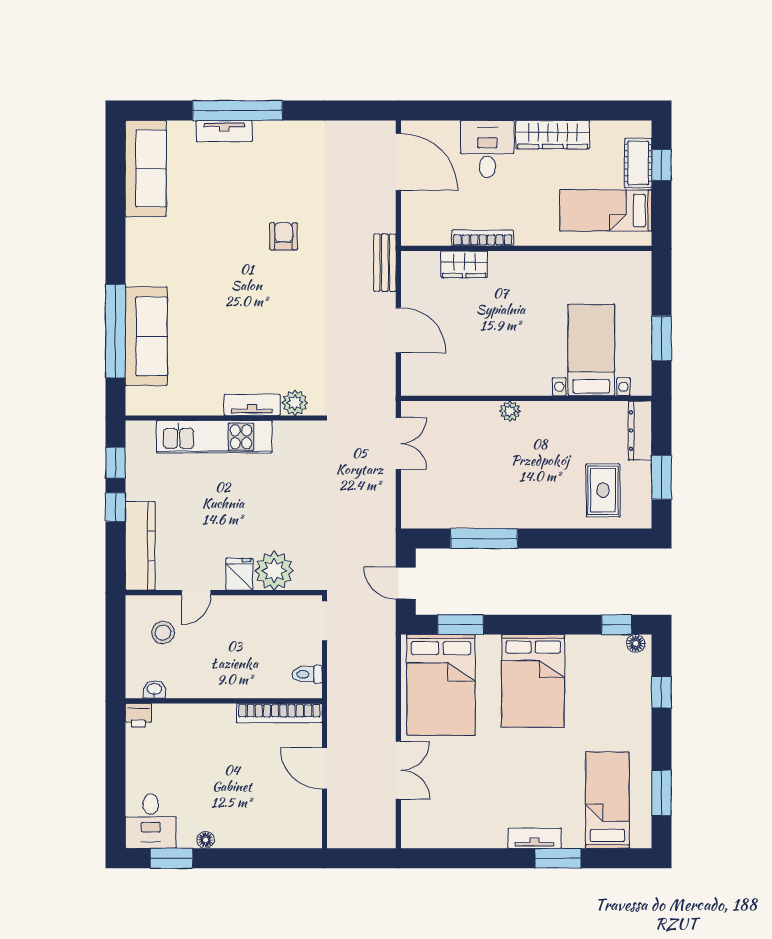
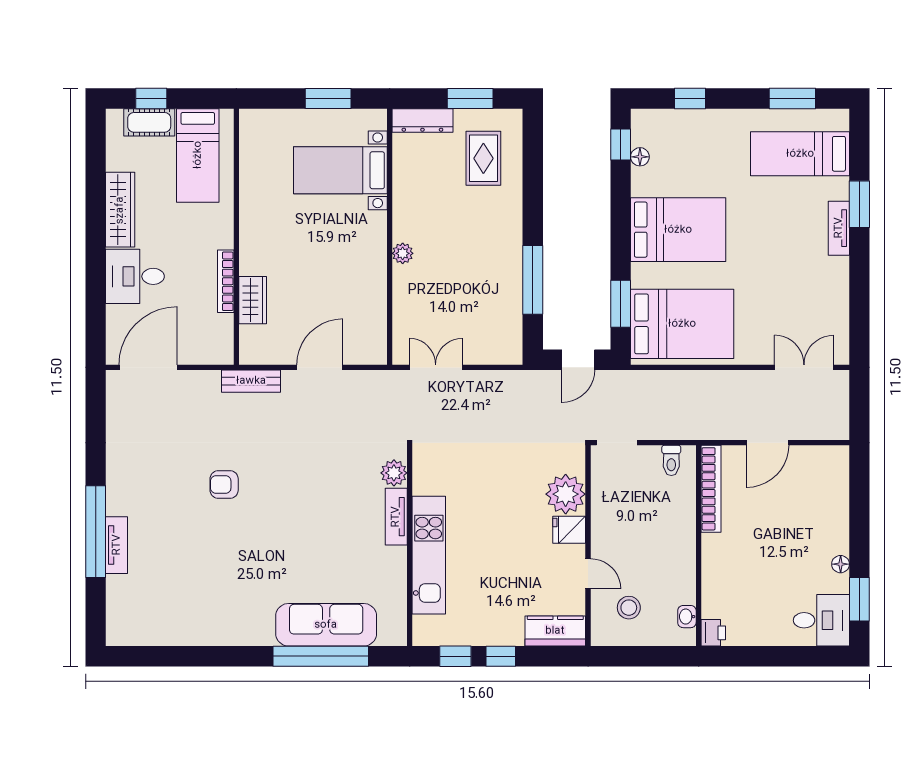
sofa: (146, 169) -> (155, 625), removed
rug: (603, 490) -> (483, 158), turned 90
kitchen counter: (140, 546) -> (555, 631), width x0.67
floor lamp: (636, 644) -> (640, 157), moved
double door: (398, 770) -> (804, 367), moved

